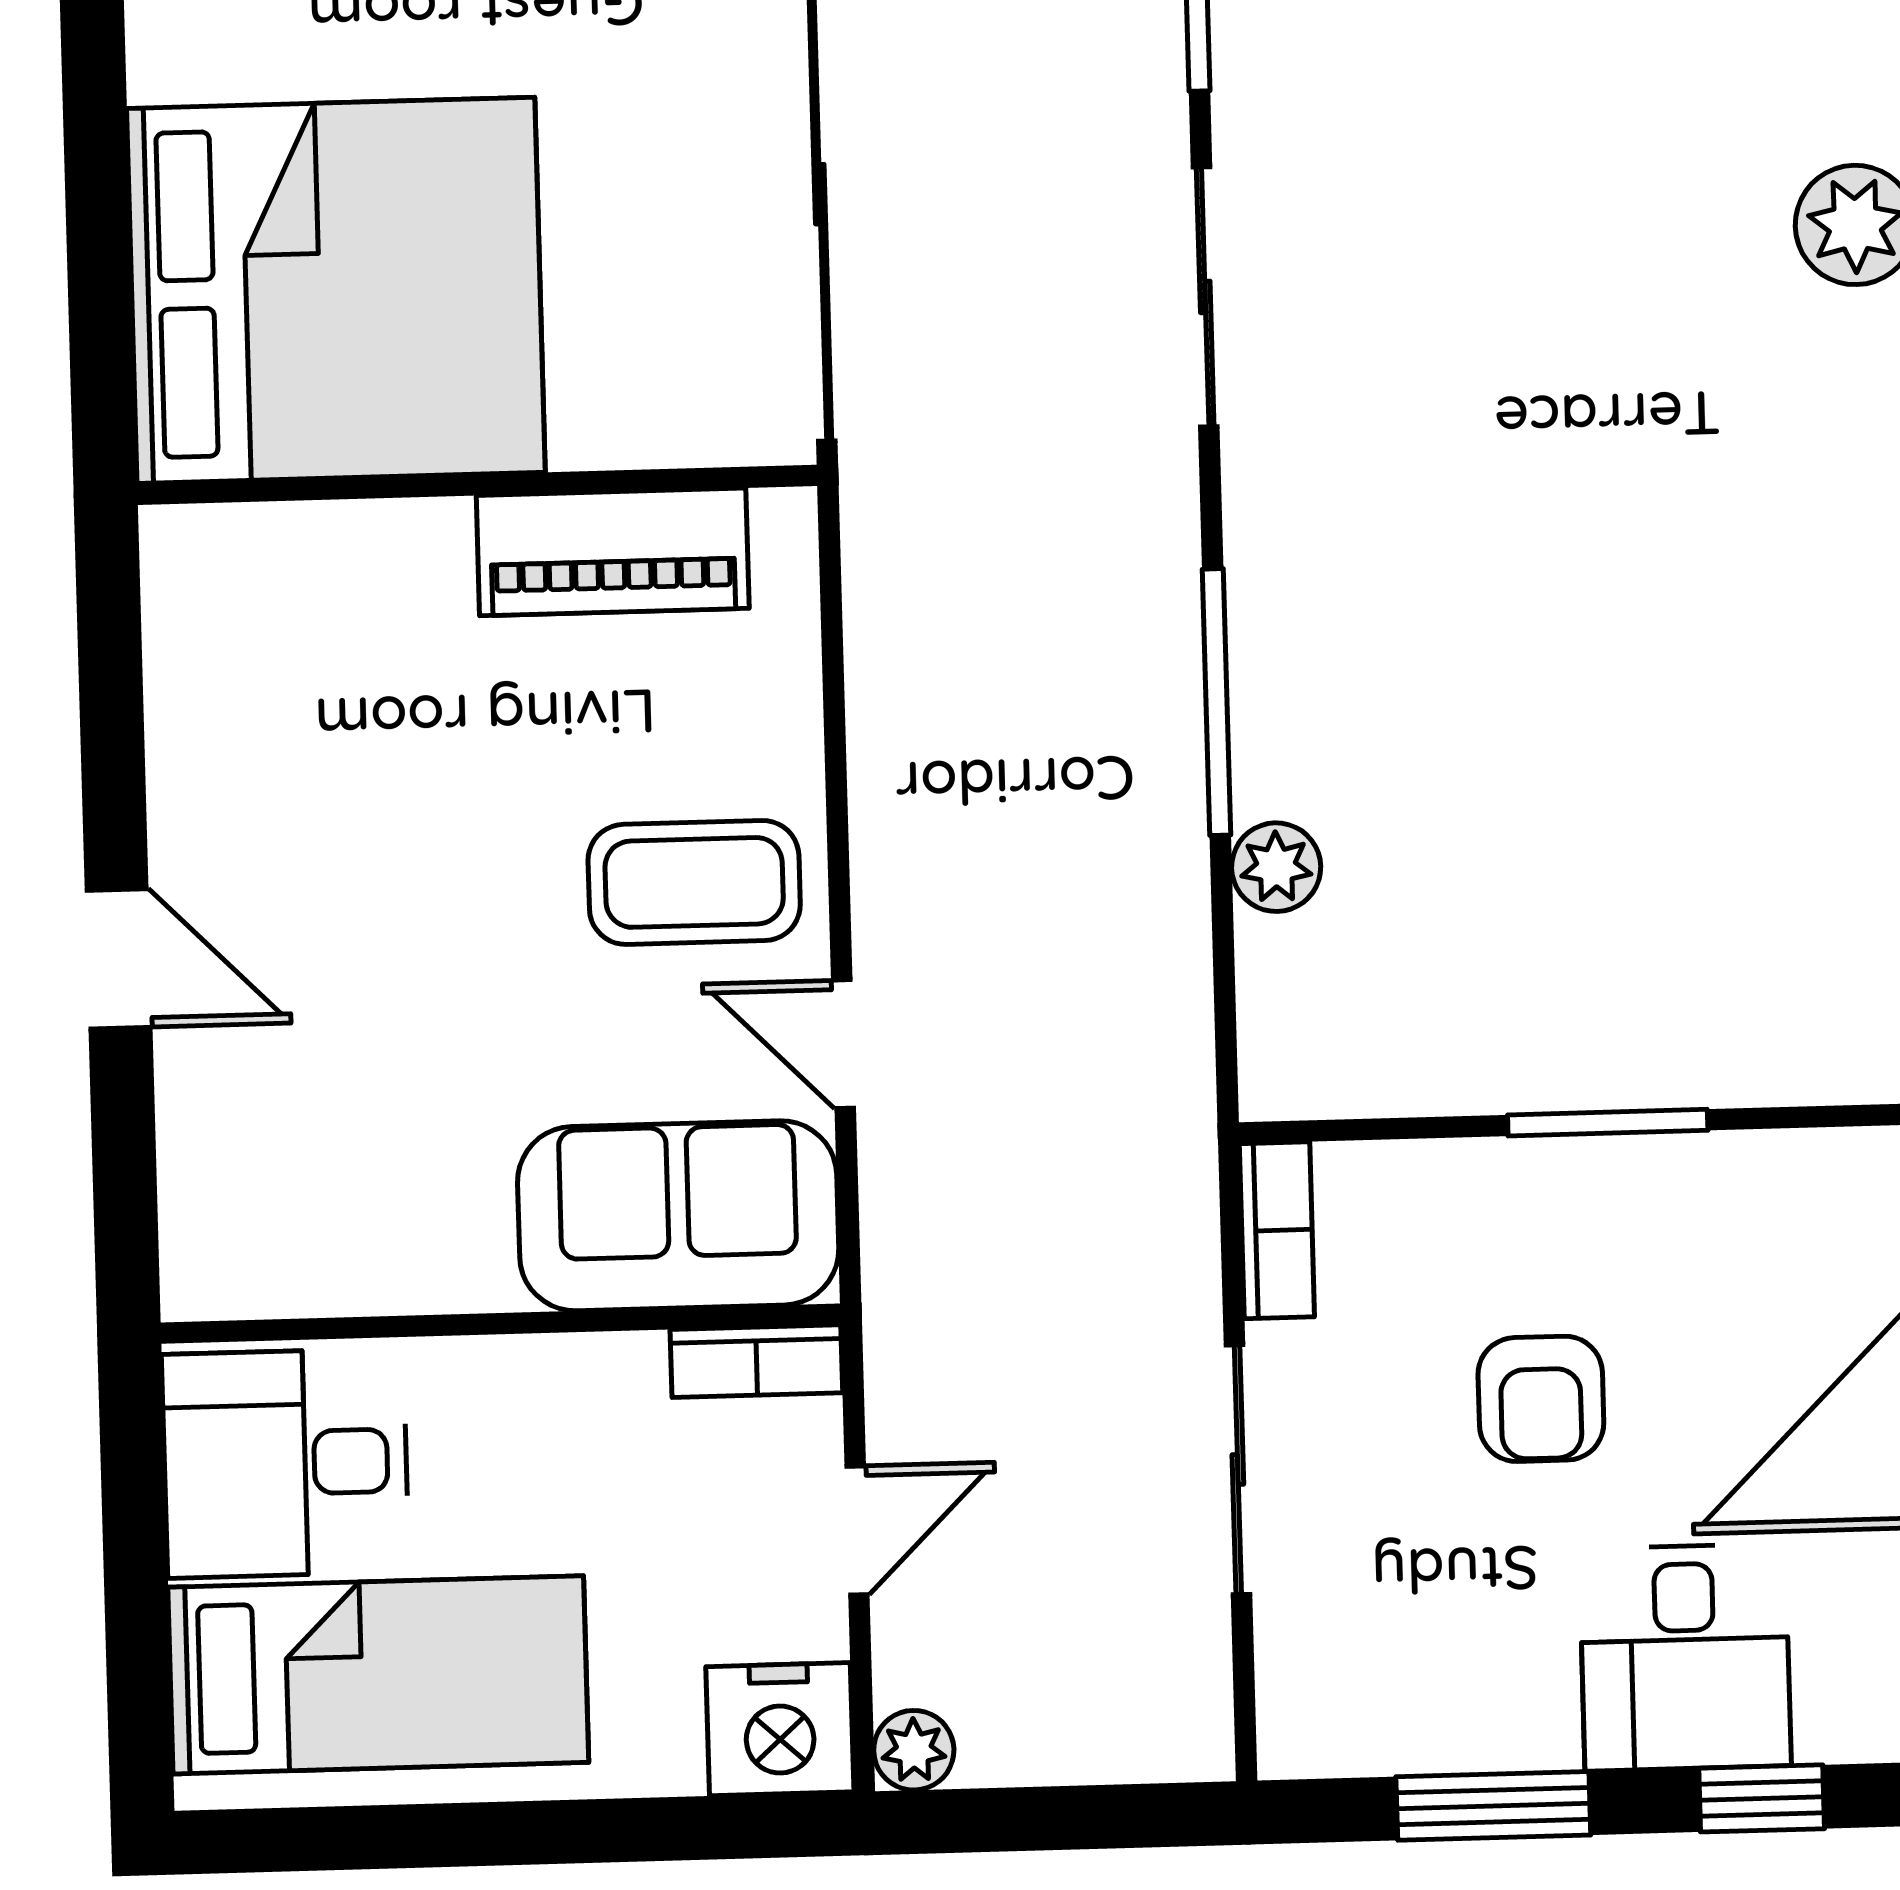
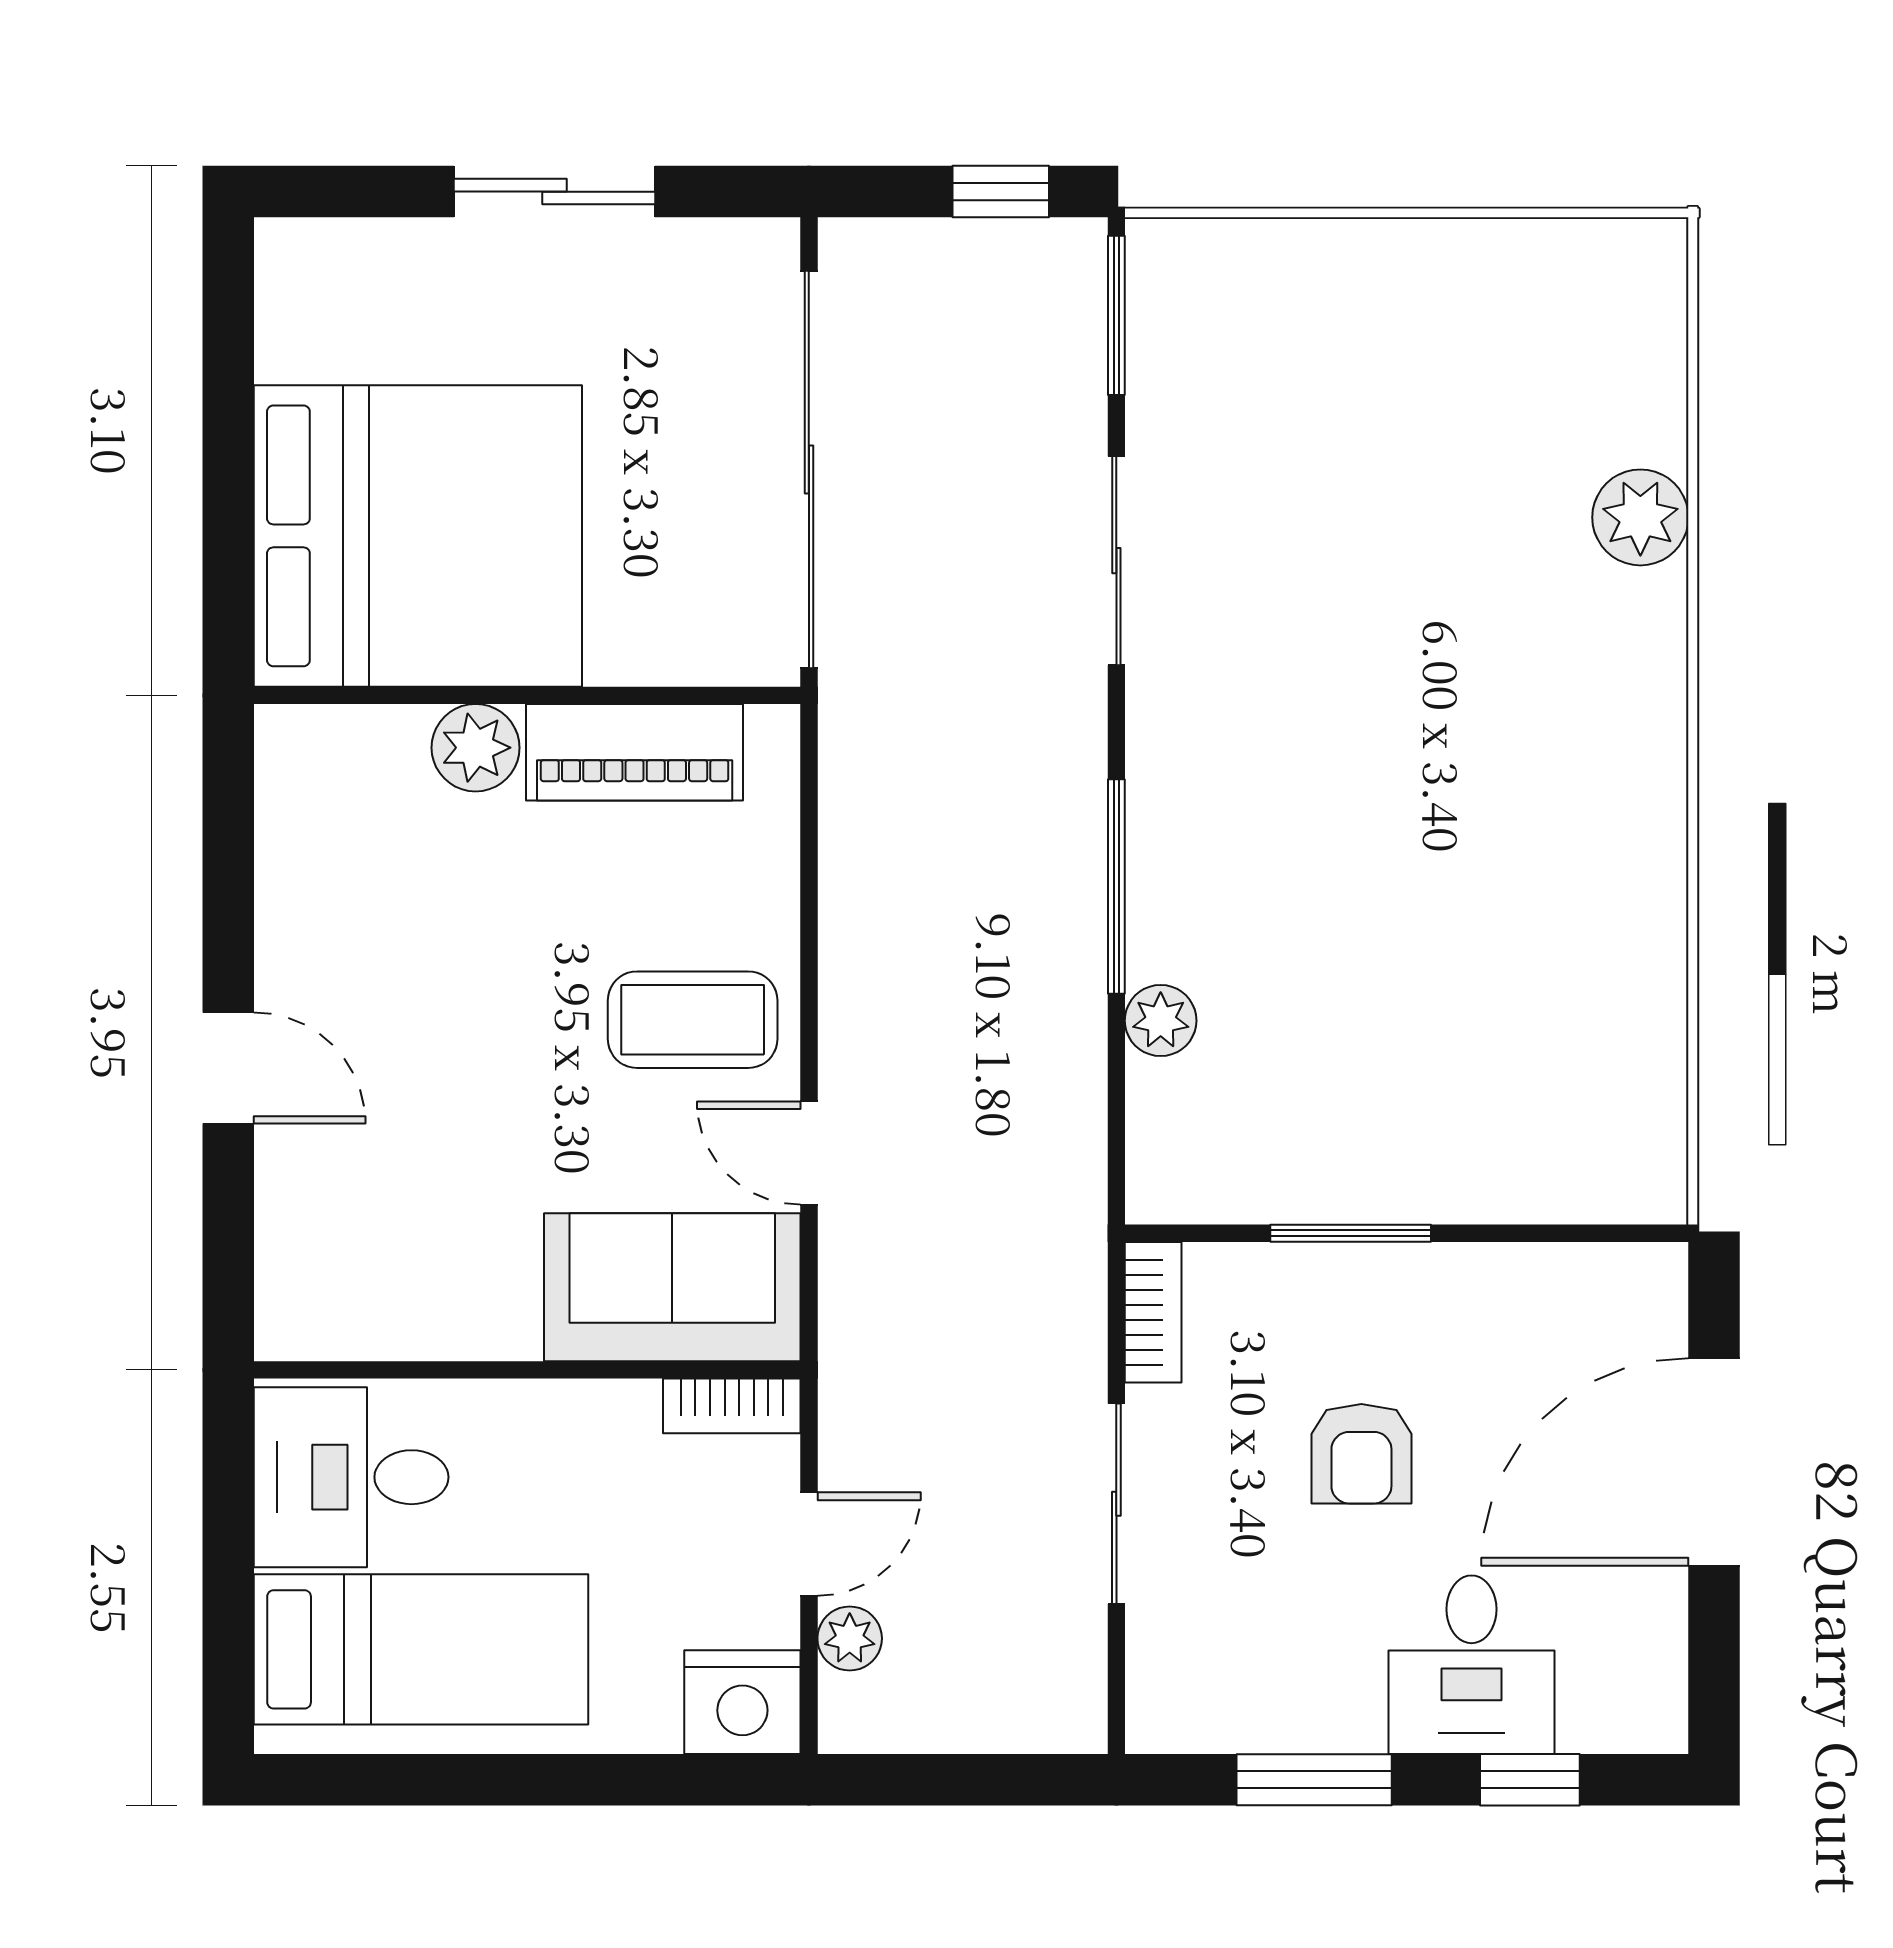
plant: (415, 552) -> (476, 748), added
window: (1608, 1123) -> (1351, 1233), moved
plant: (914, 1750) -> (850, 1638), moved

